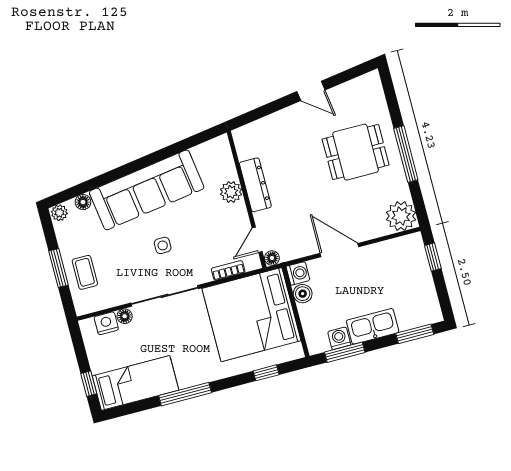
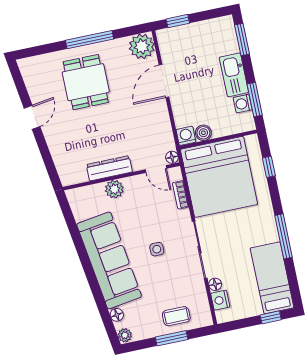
door: (339, 250) -> (164, 81), moved

